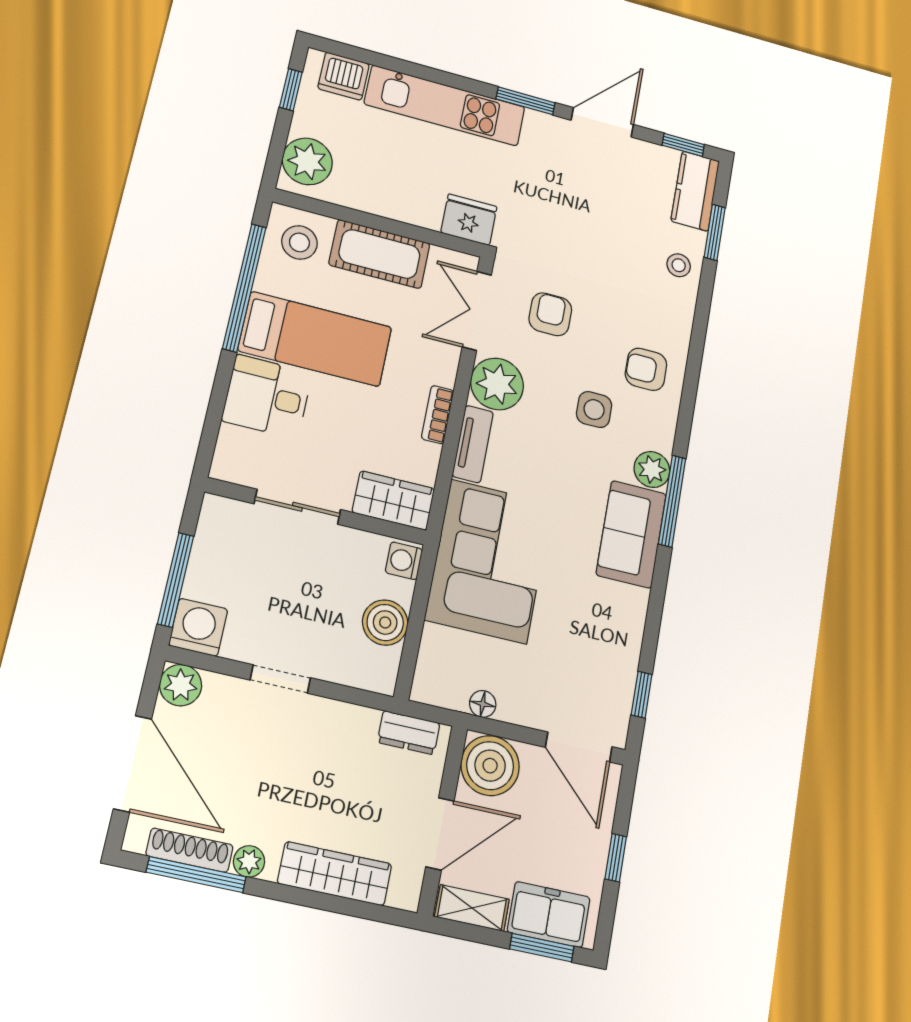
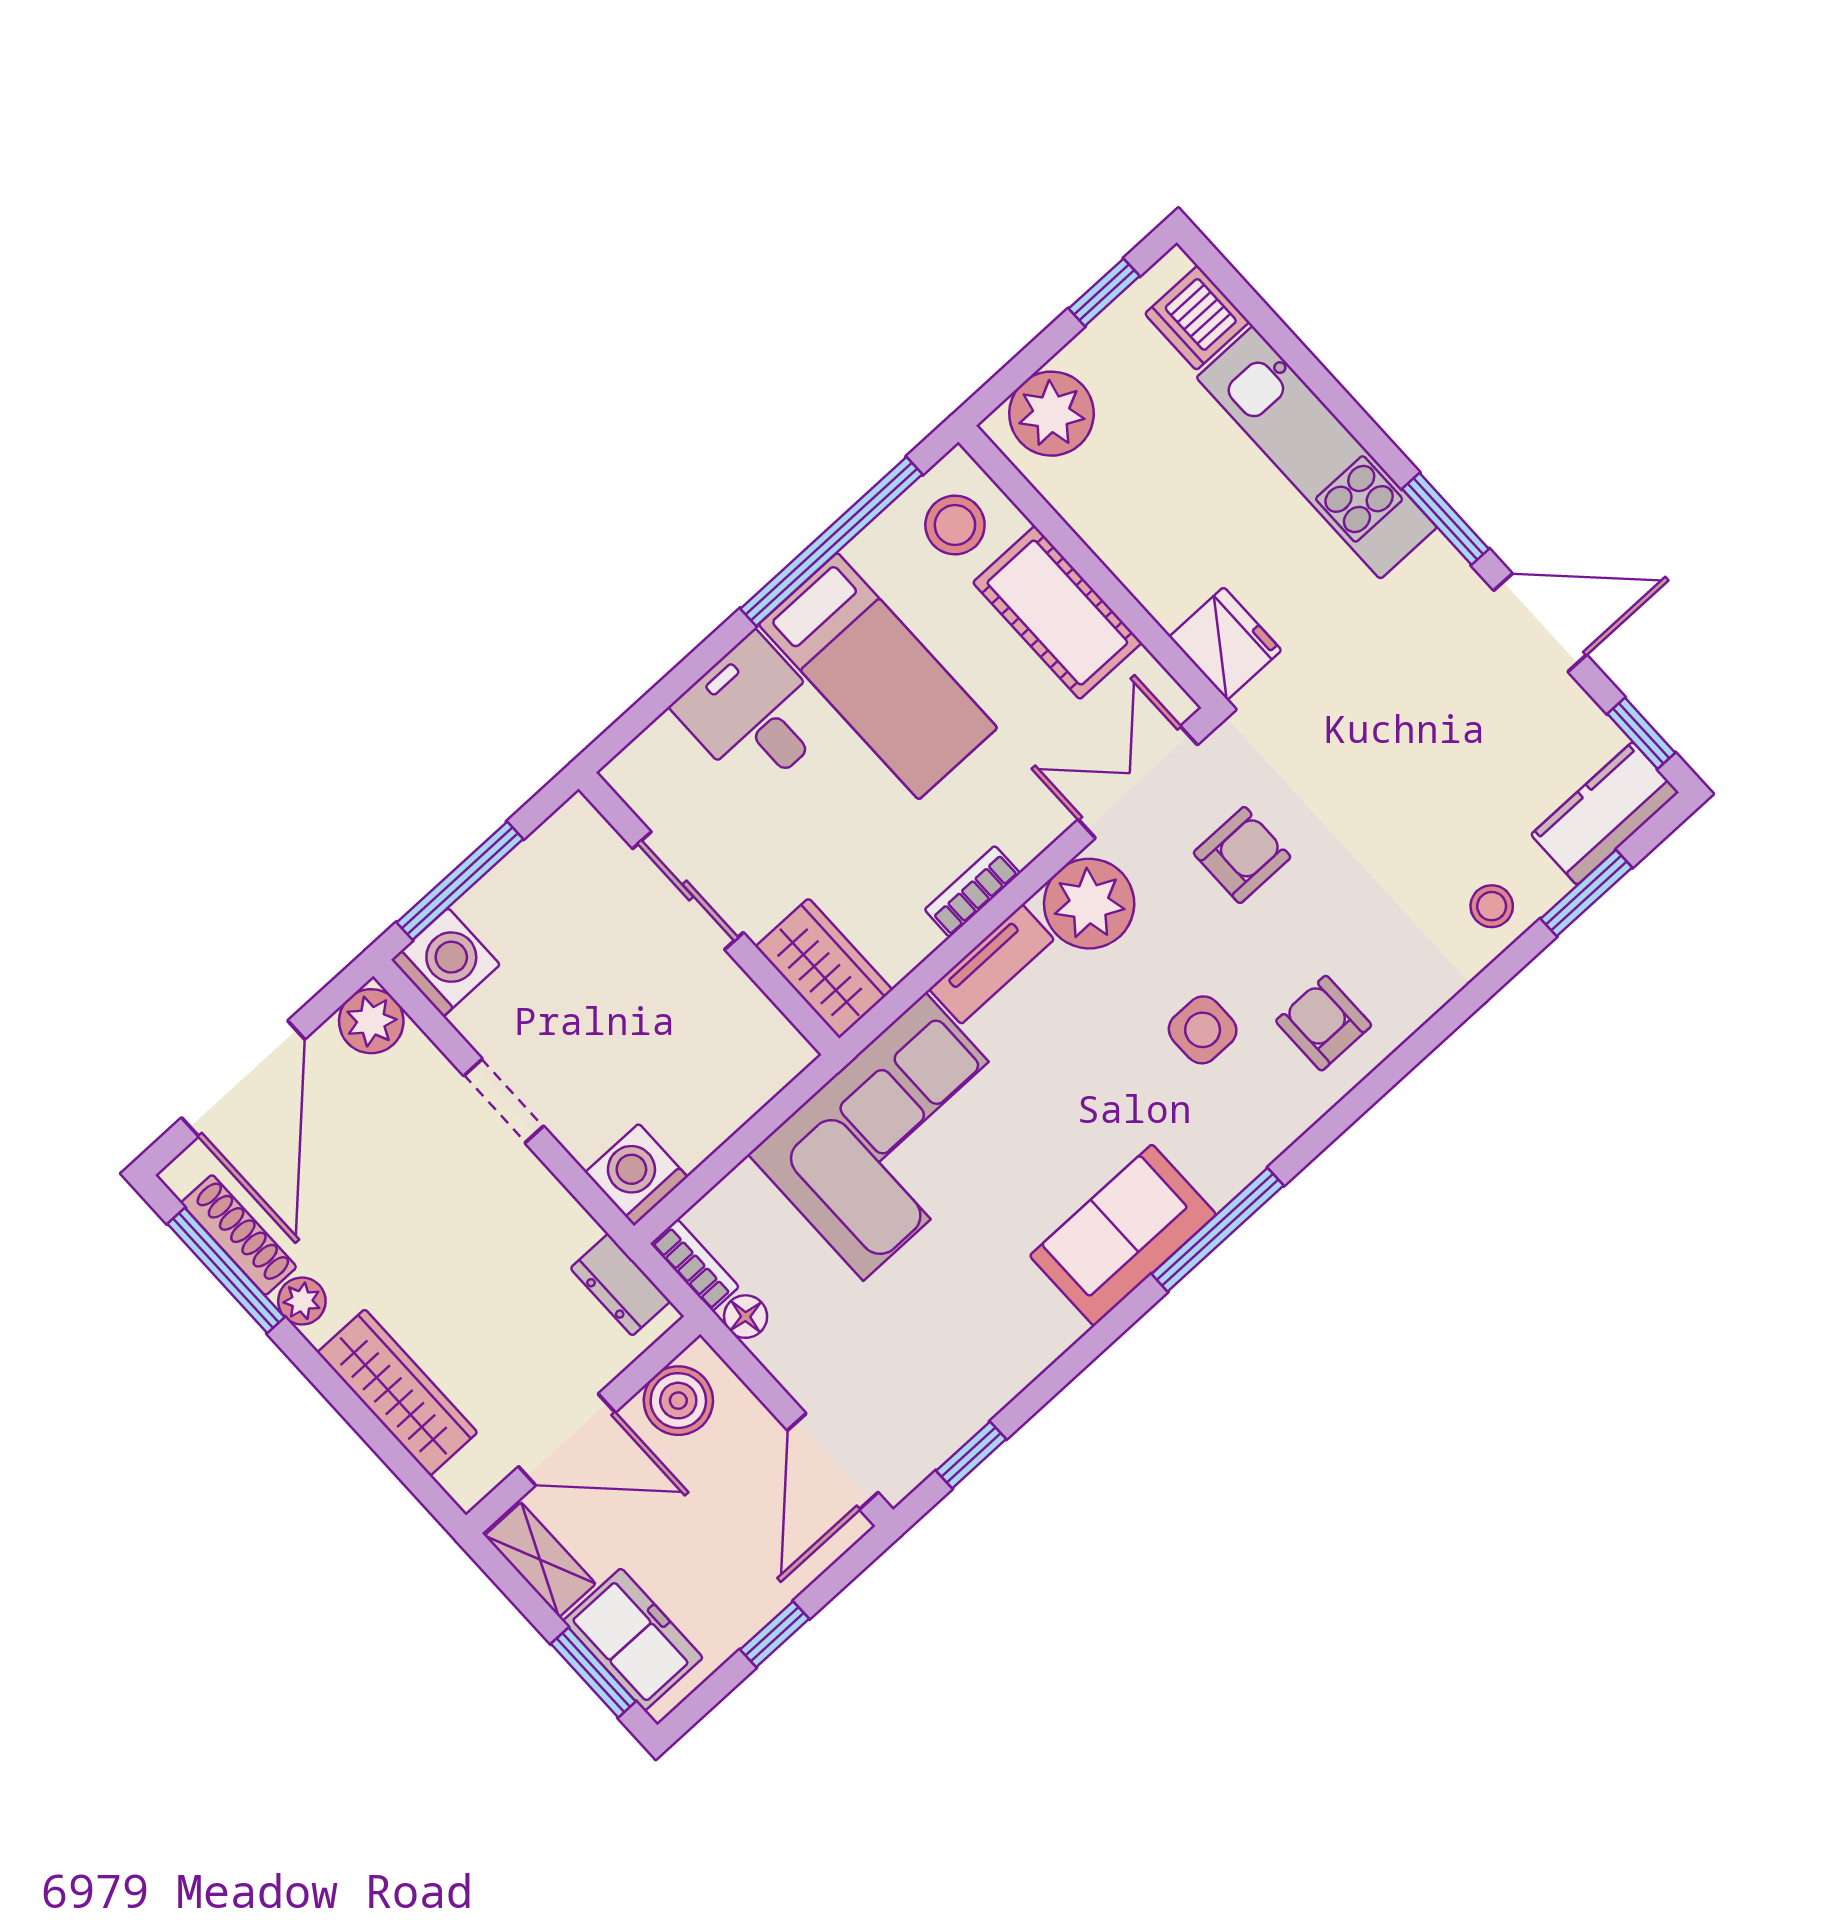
plant: (652, 469) -> (1222, 1167), removed
washing machine: (404, 561) -> (636, 1175), moved, width x1.38, depth x1.38
boiler: (385, 623) -> (694, 1122), removed
bookcase: (439, 696) -> (695, 1265), added
boiler: (490, 766) -> (678, 1401), width x0.73, depth x0.73

